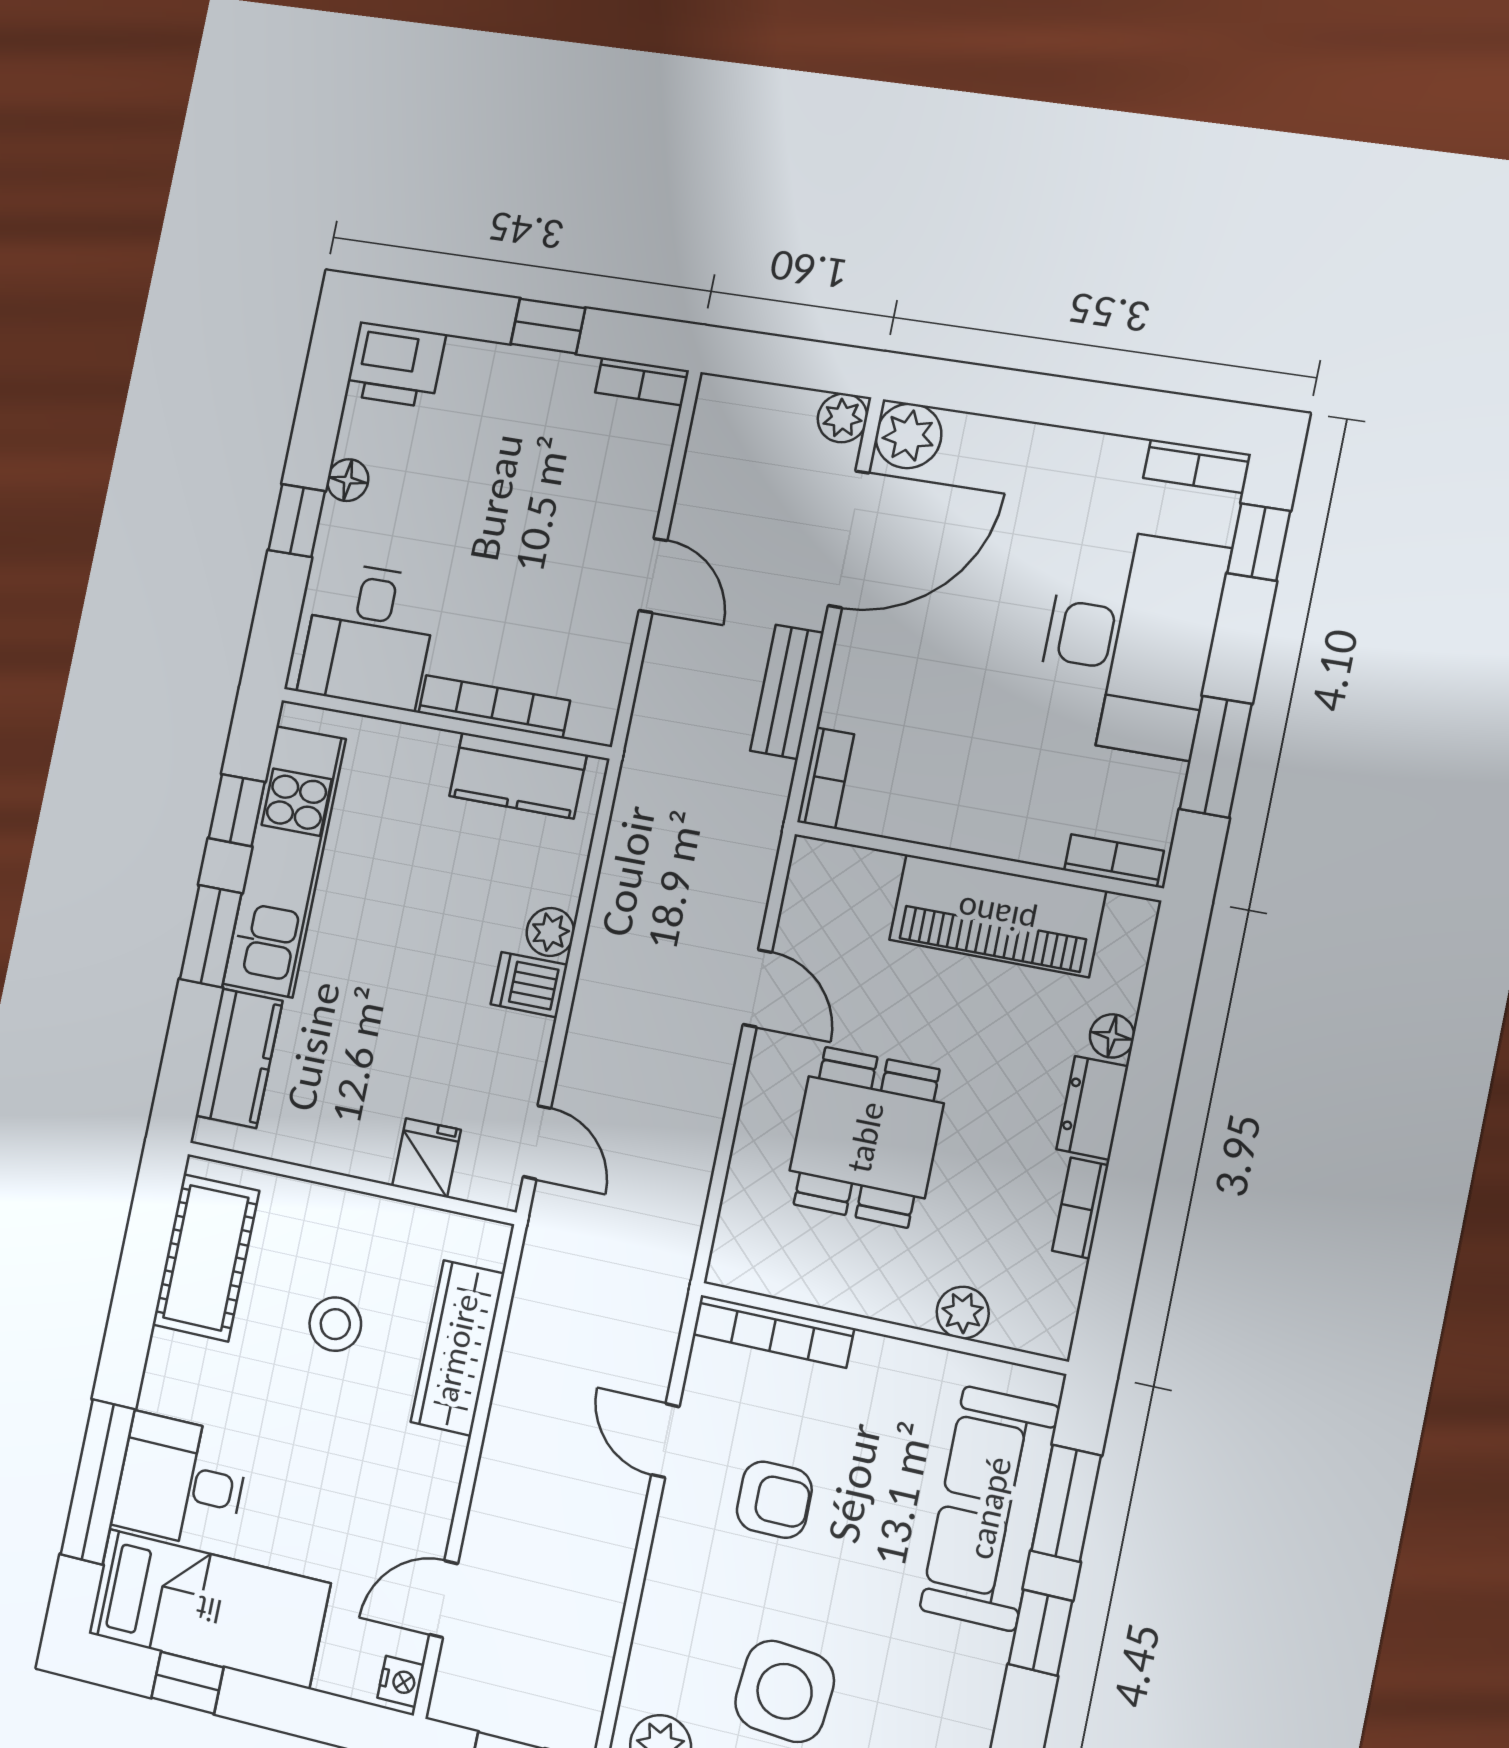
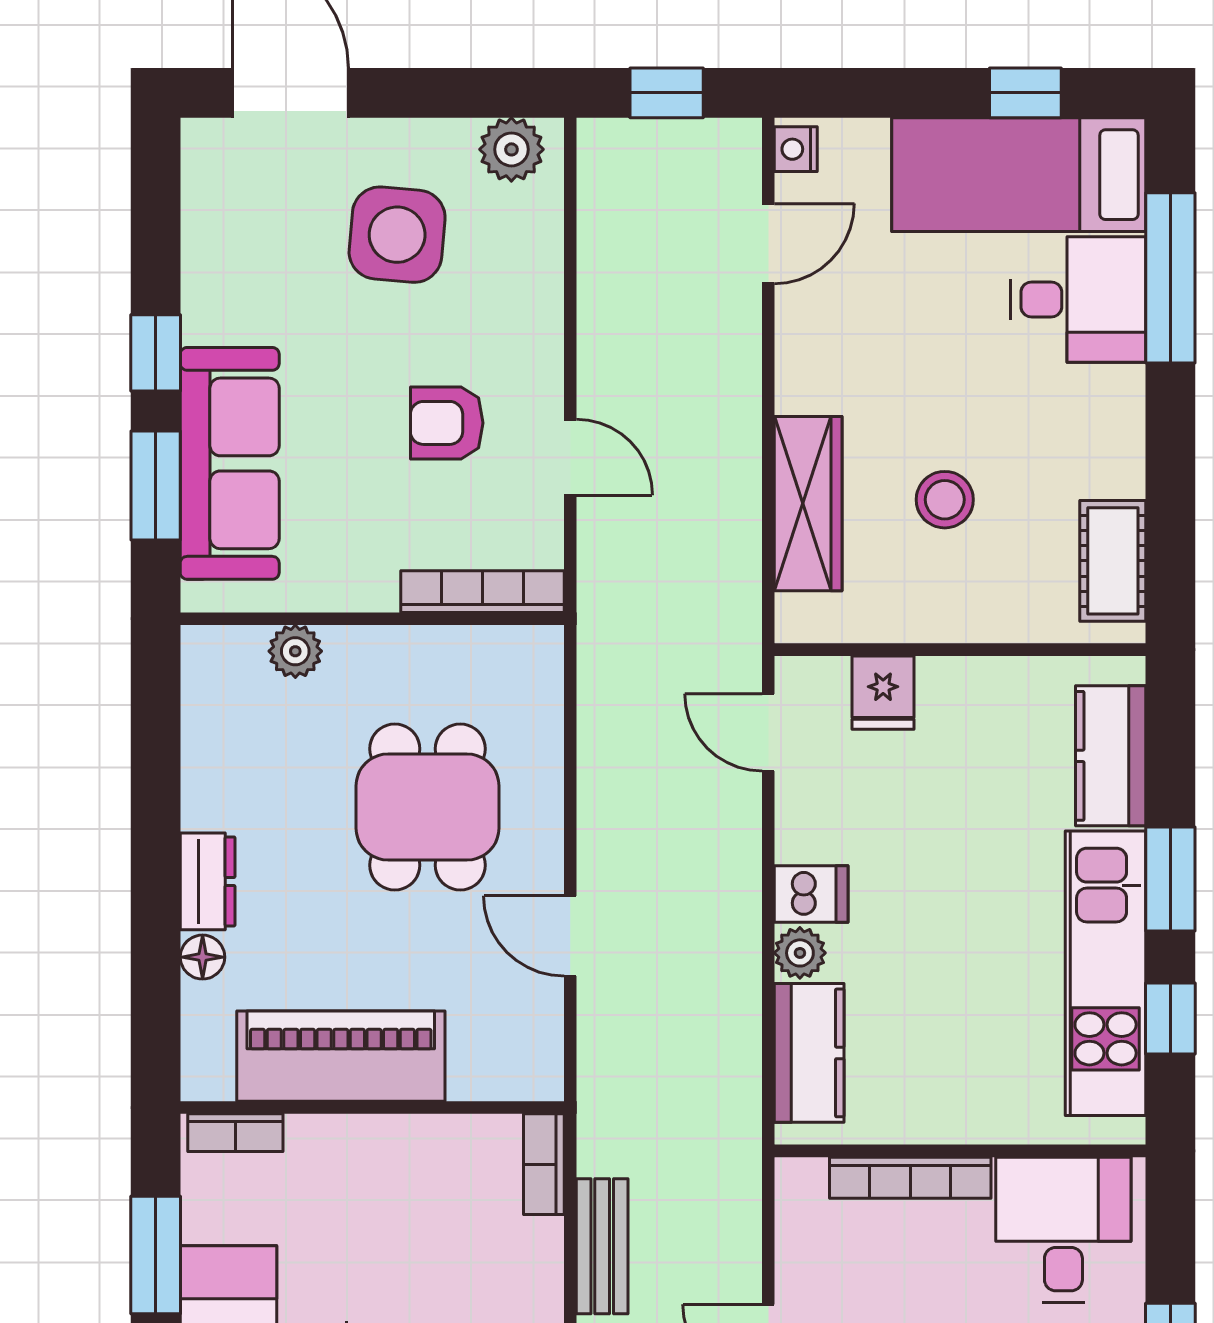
kitchen counter: (518, 775) -> (809, 1053), moved, turned 90
bookcase: (1080, 1208) -> (200, 780), removed
cot: (206, 1258) -> (1113, 561), width x0.73, depth x0.75

